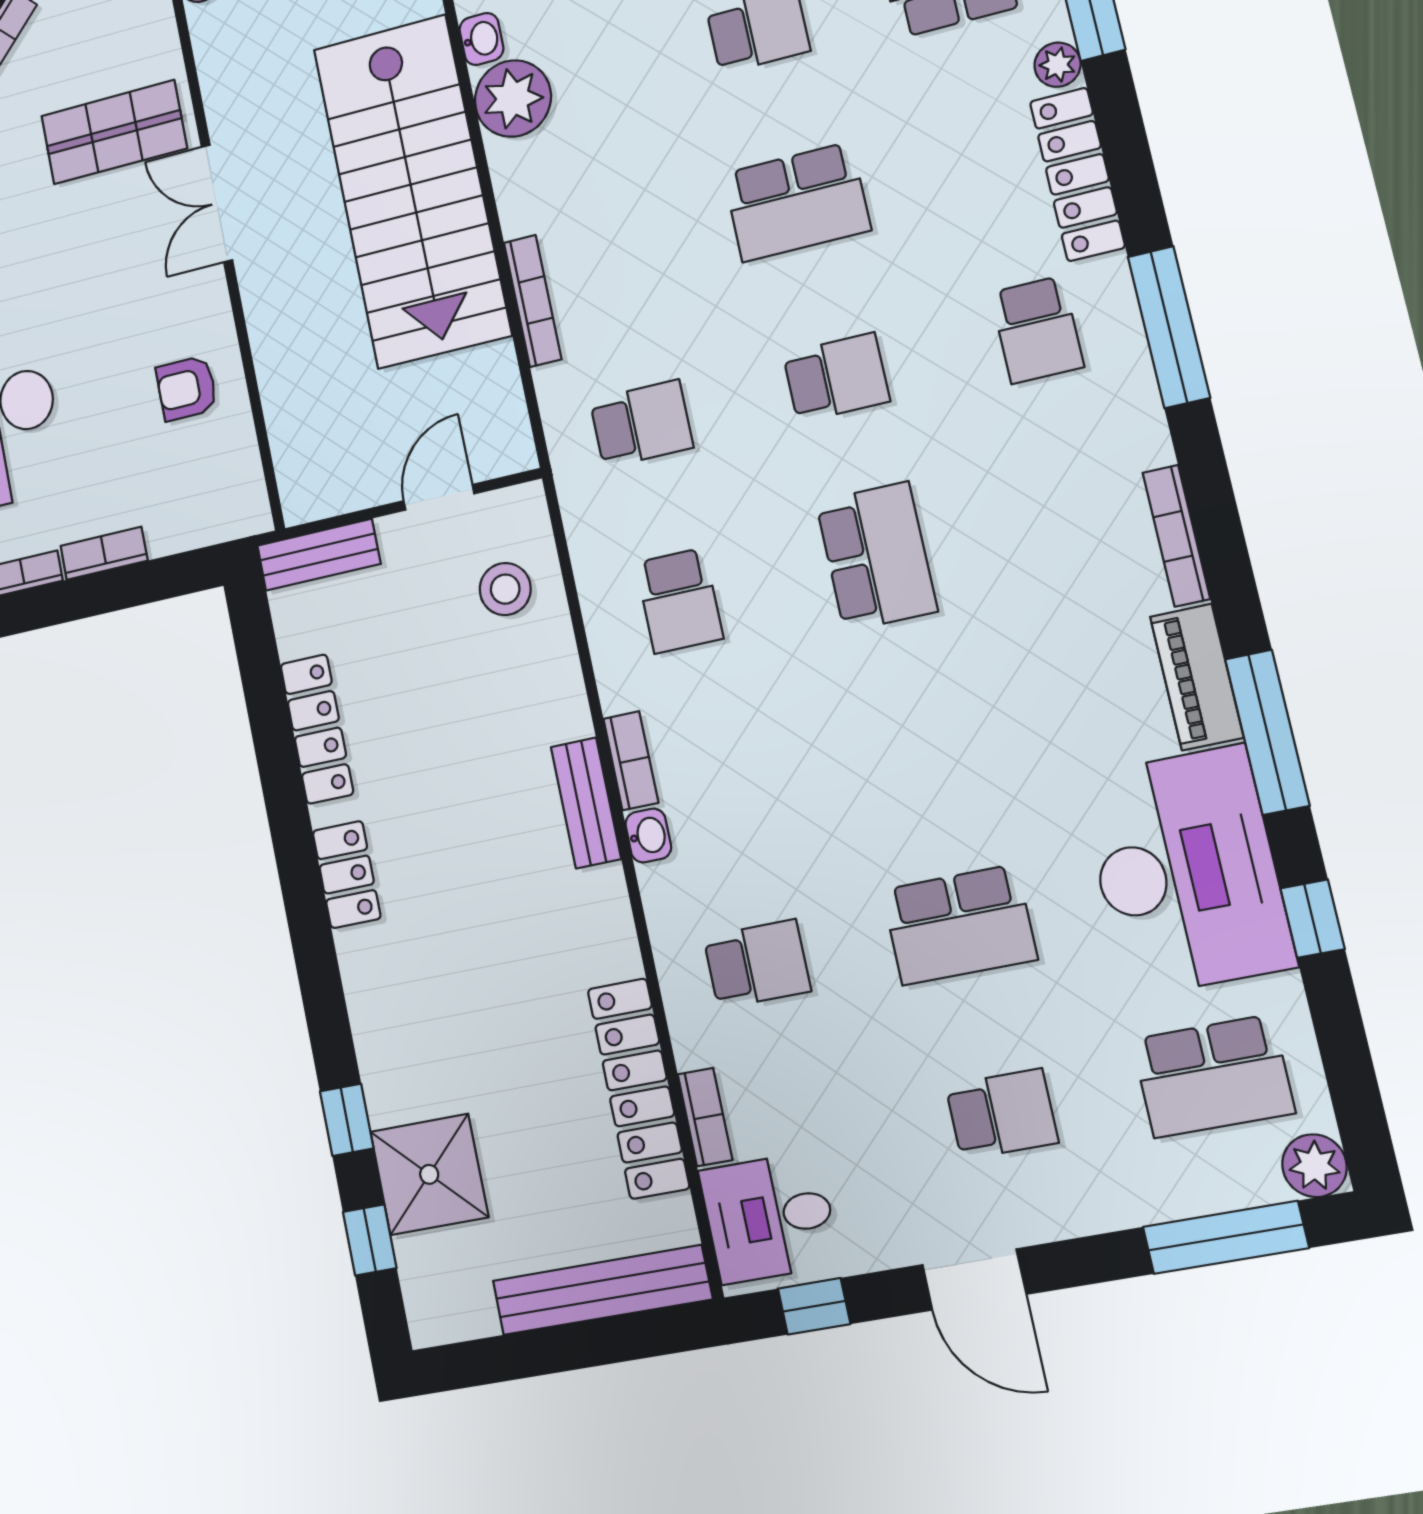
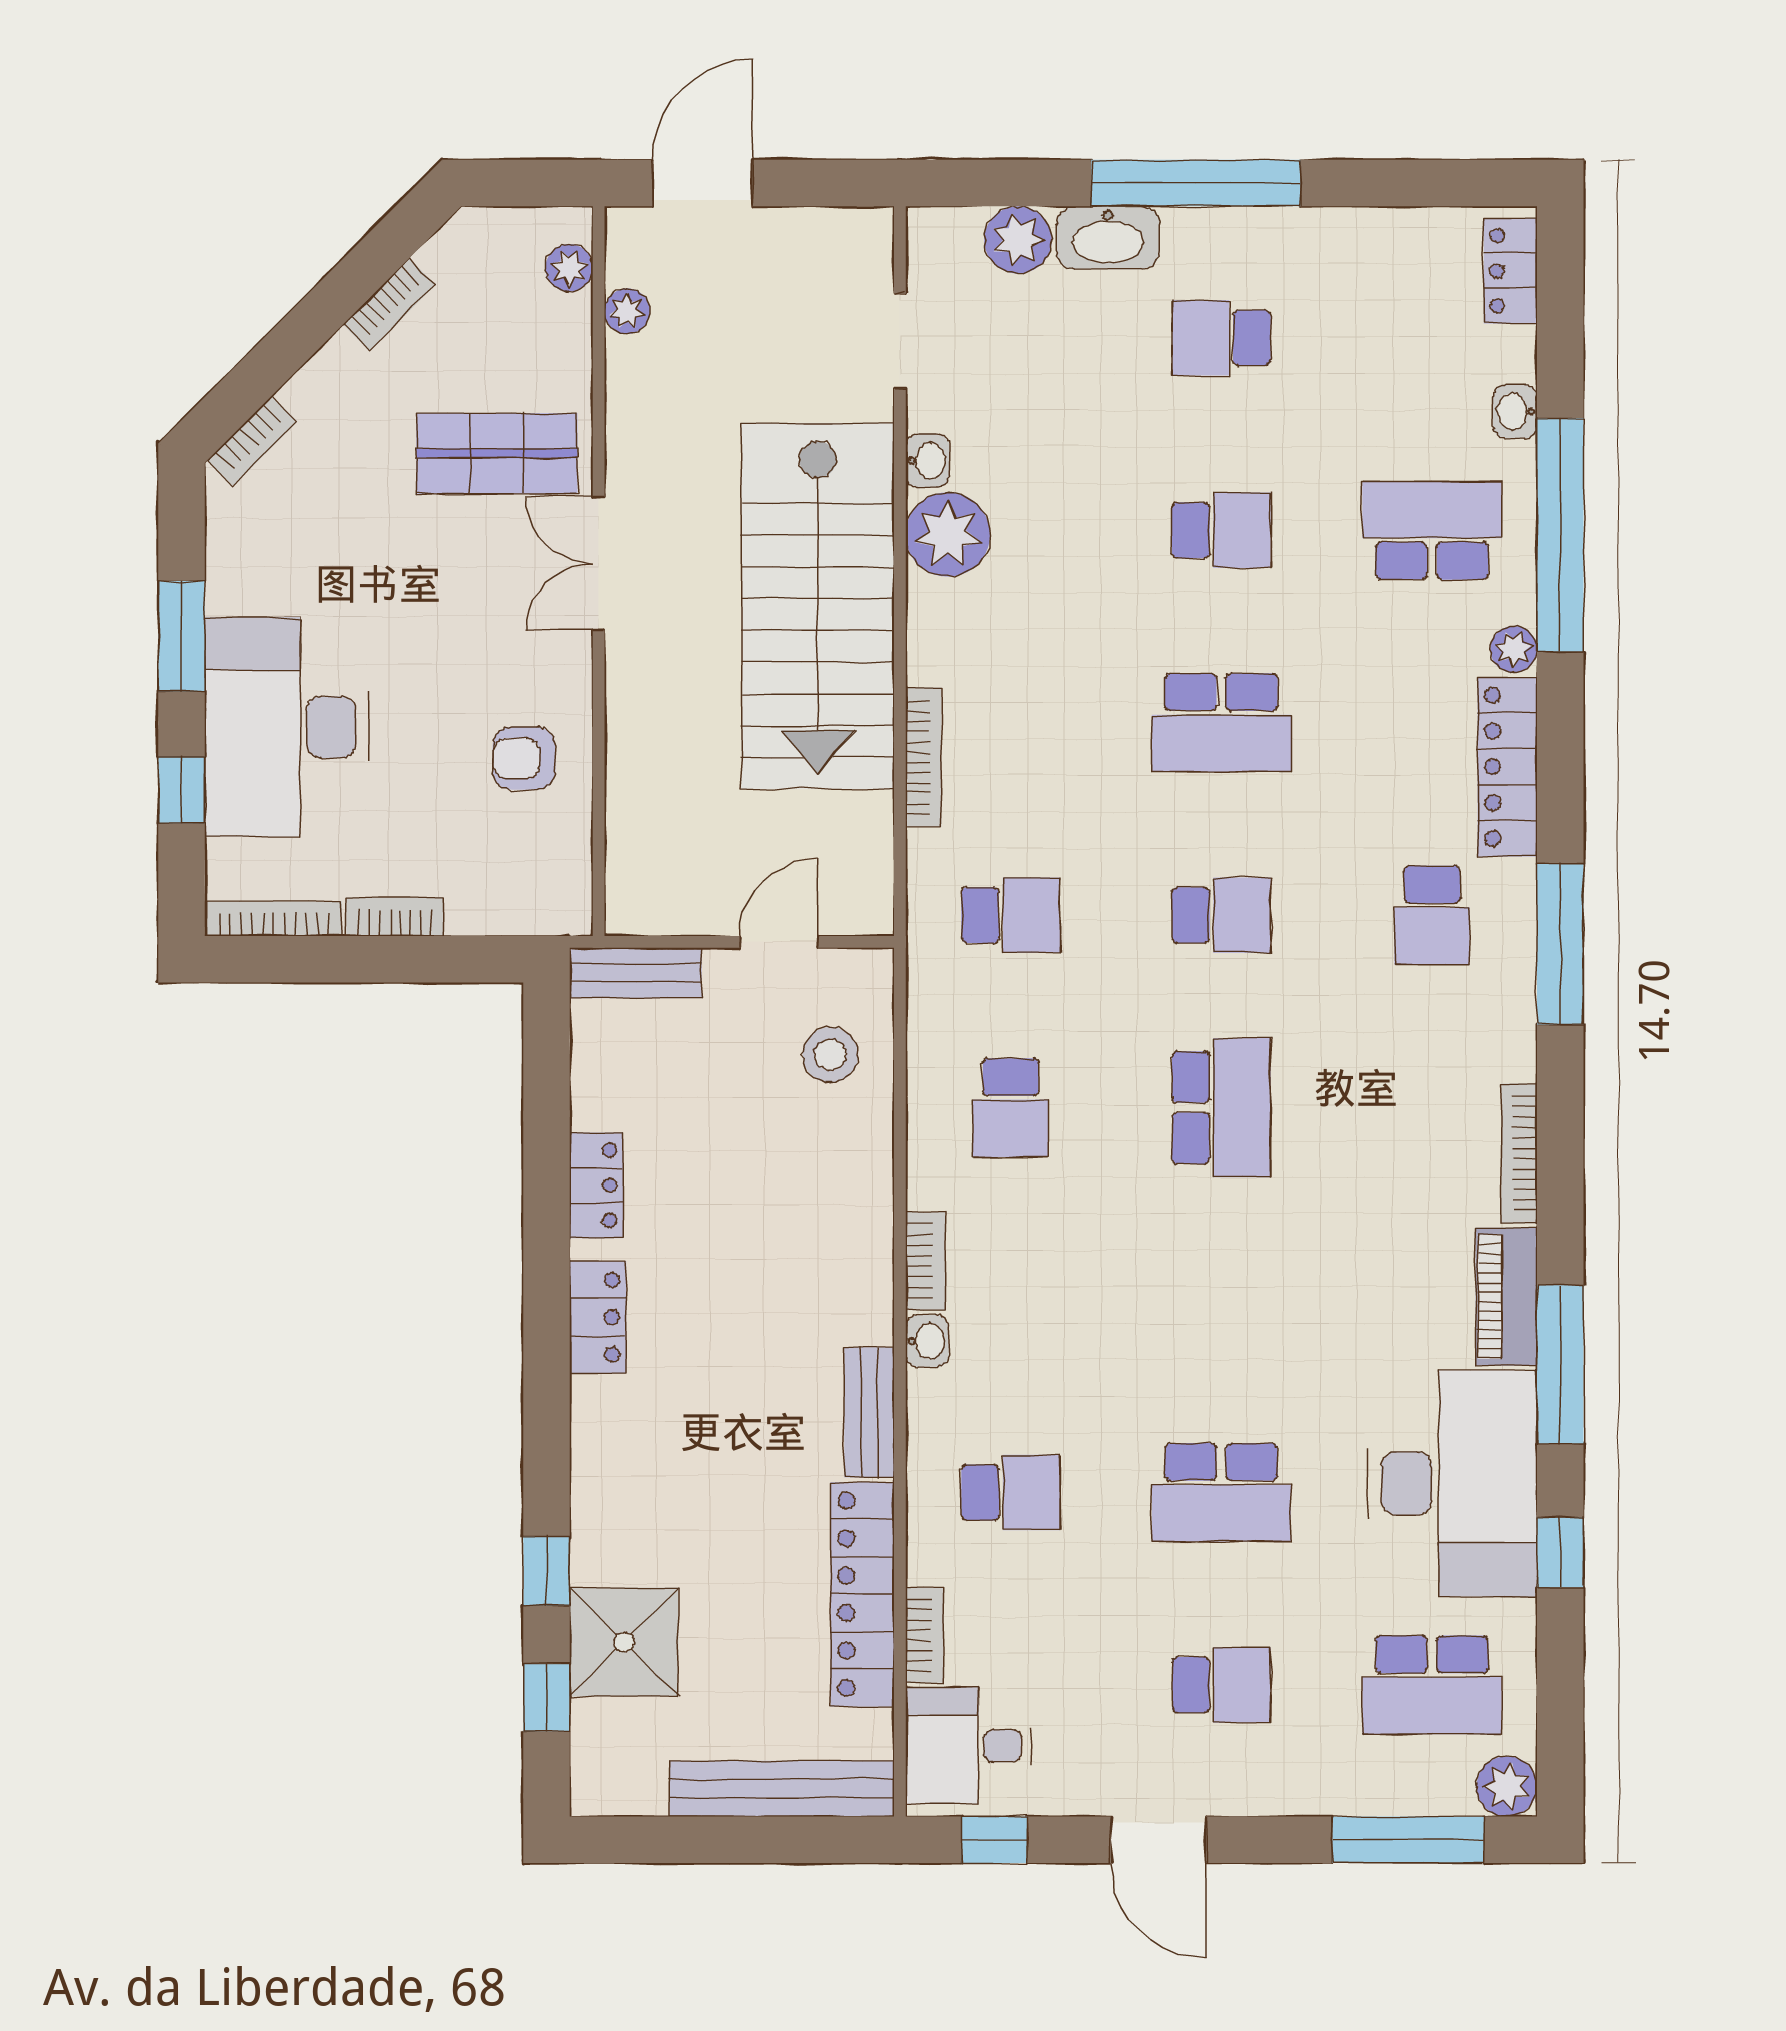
locker: (317, 729) -> (596, 1185), width x0.66
bench: (586, 803) -> (869, 1412), moved

